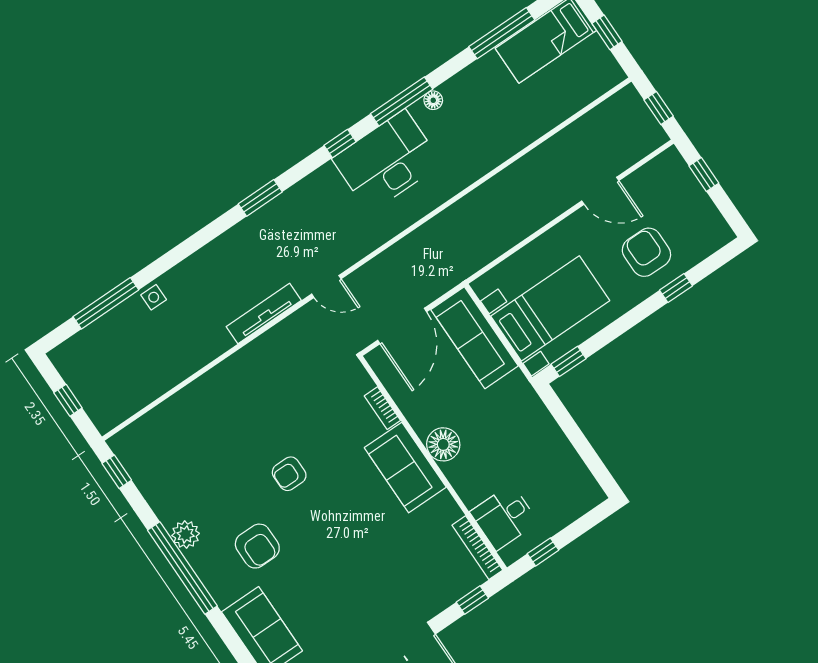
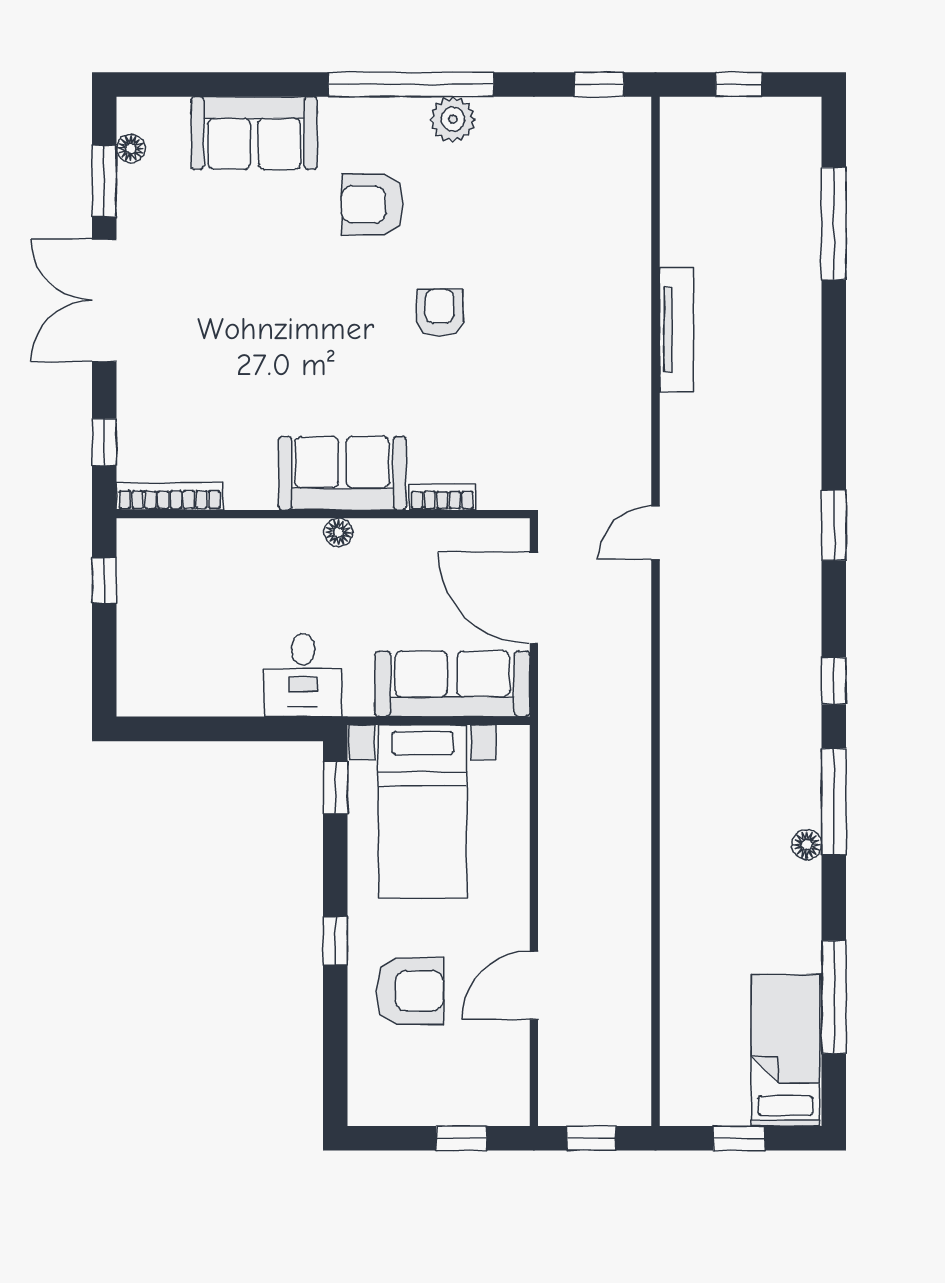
desk: (387, 161) -> (767, 728), removed
window: (676, 288) -> (335, 941), moved
side table: (154, 297) -> (798, 293), removed
tv unit: (264, 314) -> (676, 330), moved
floor lamp: (443, 444) -> (338, 532), width x0.53, depth x0.53
desk: (504, 517) -> (303, 675), moved, turned 180

